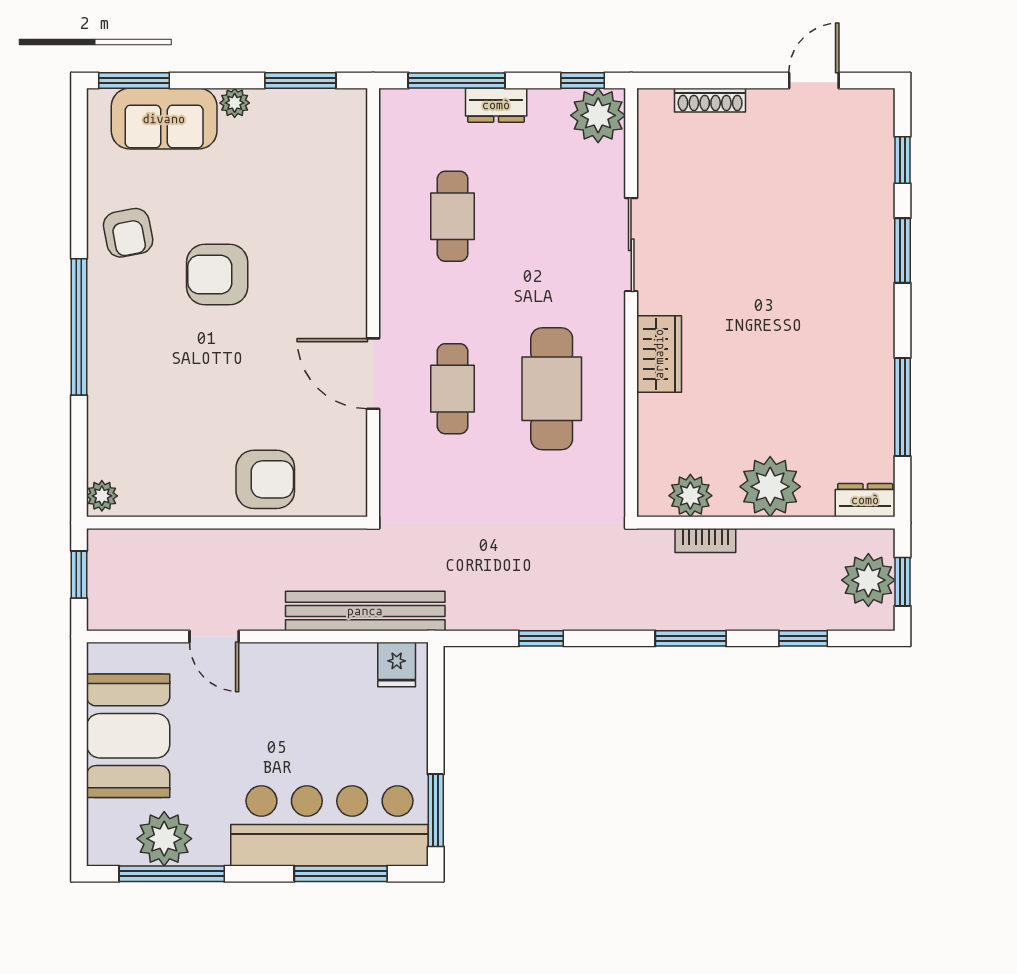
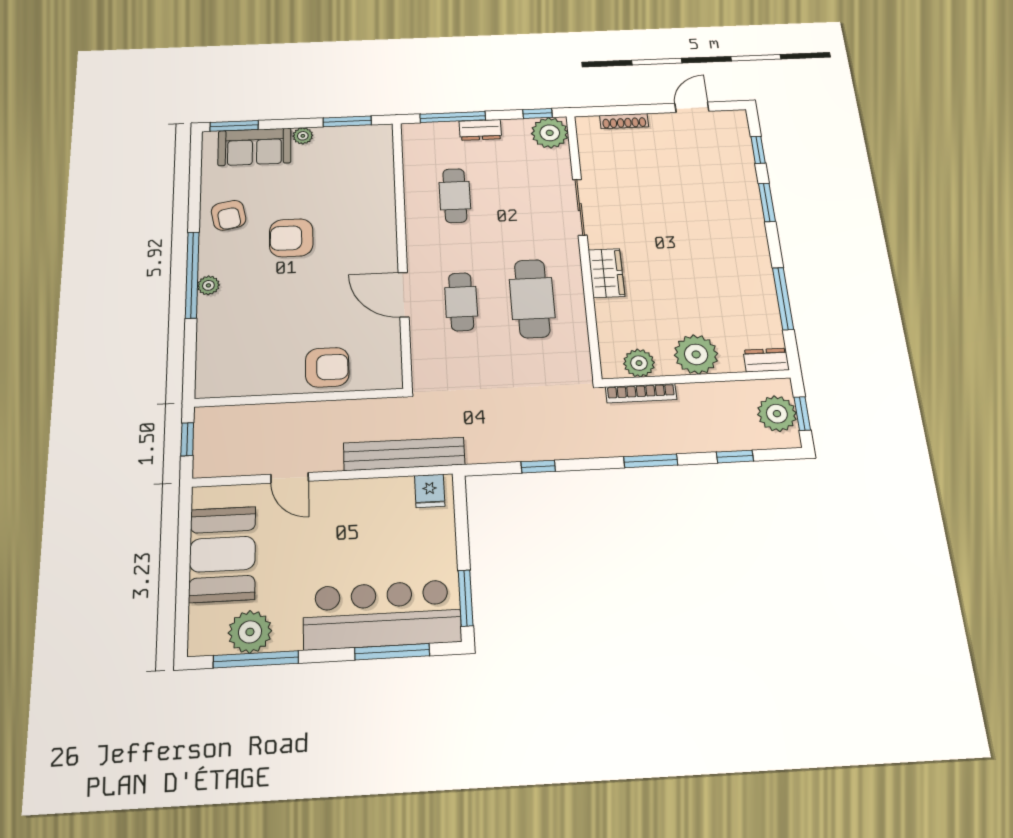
plant: (102, 496) -> (208, 285), moved
bookcase: (705, 540) -> (641, 393), width x1.56

